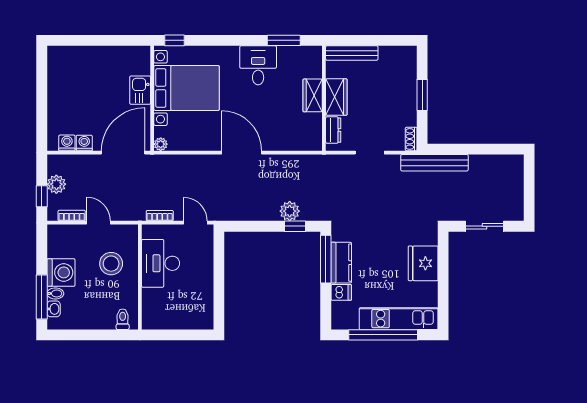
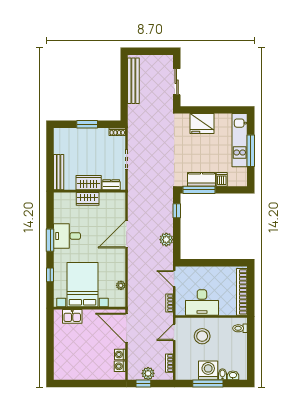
window: (174, 40) -> (50, 275), moved
window: (284, 40) -> (50, 240), moved
kitchen sink: (140, 90) -> (72, 316), moved
plant: (161, 144) -> (121, 285), moved
door: (242, 153) -> (127, 234), moved
bench: (434, 163) -> (133, 81), moved
window: (42, 196) -> (143, 383), moved
plant: (290, 211) -> (166, 240), moved
door: (99, 223) -> (174, 332), moved
door: (195, 223) -> (174, 279), hinge flipped
window: (42, 297) -> (208, 383), moved
bookcase: (176, 322) -> (242, 292), added
window: (383, 335) -> (251, 151), width x0.68

